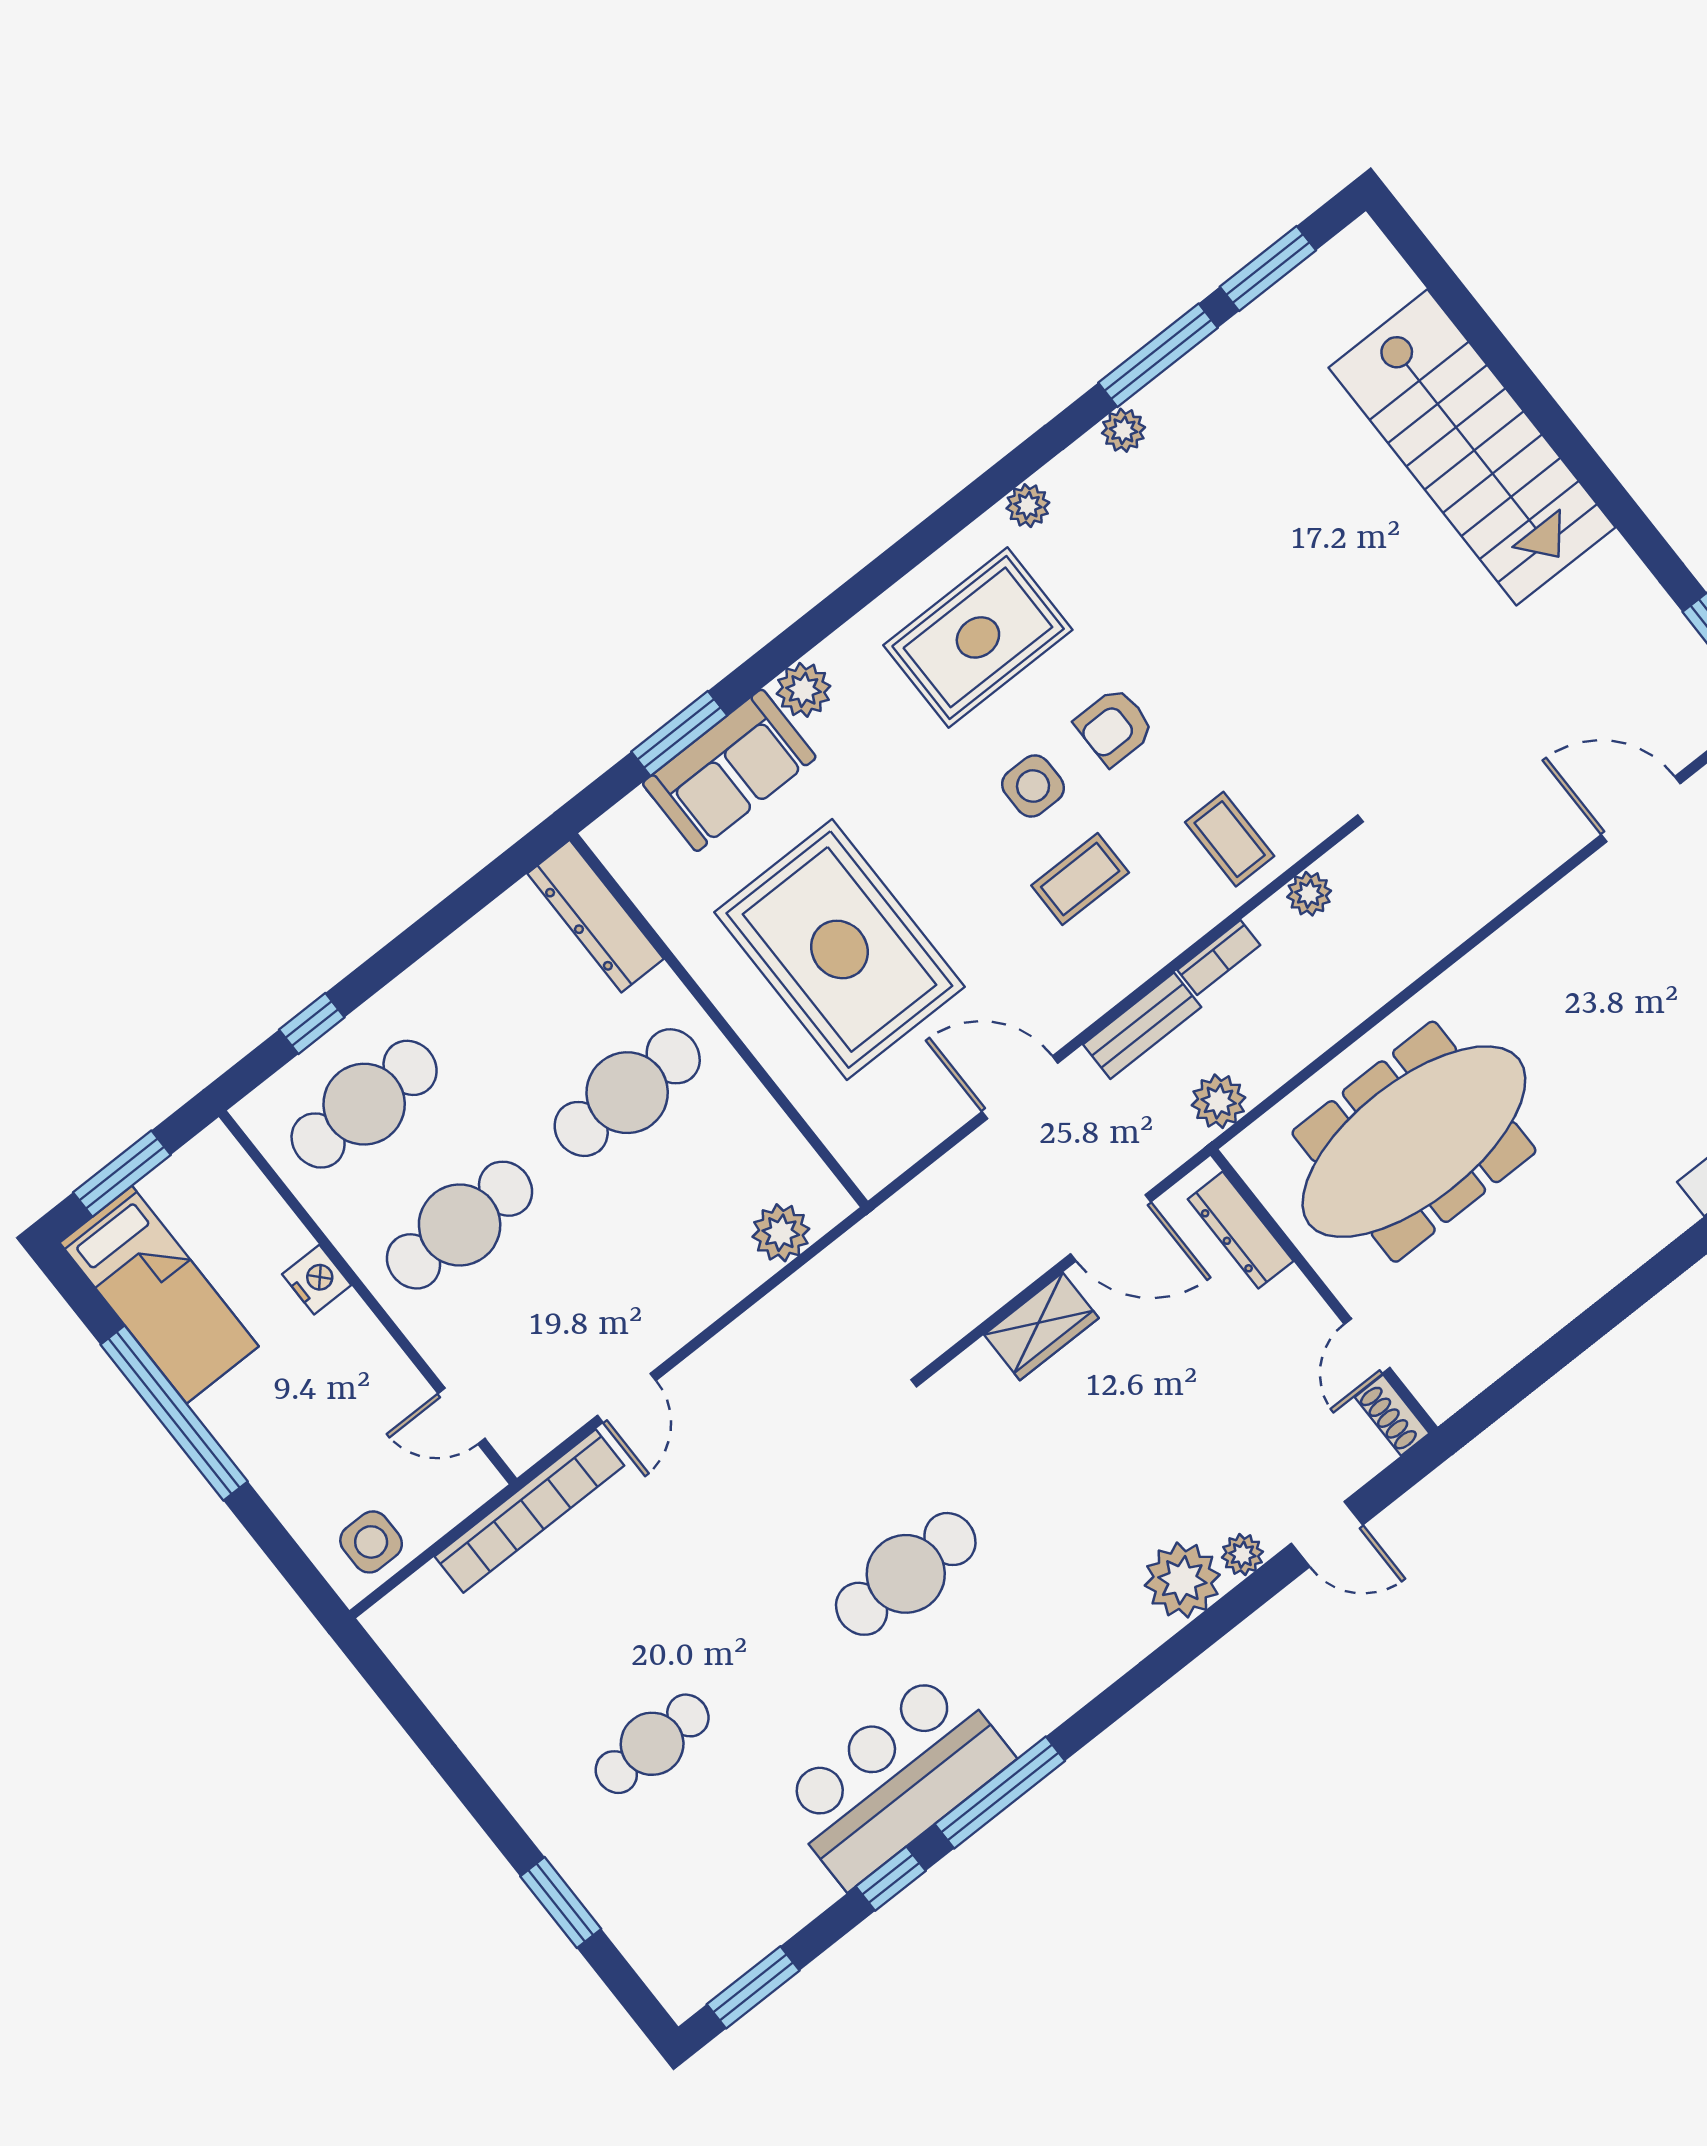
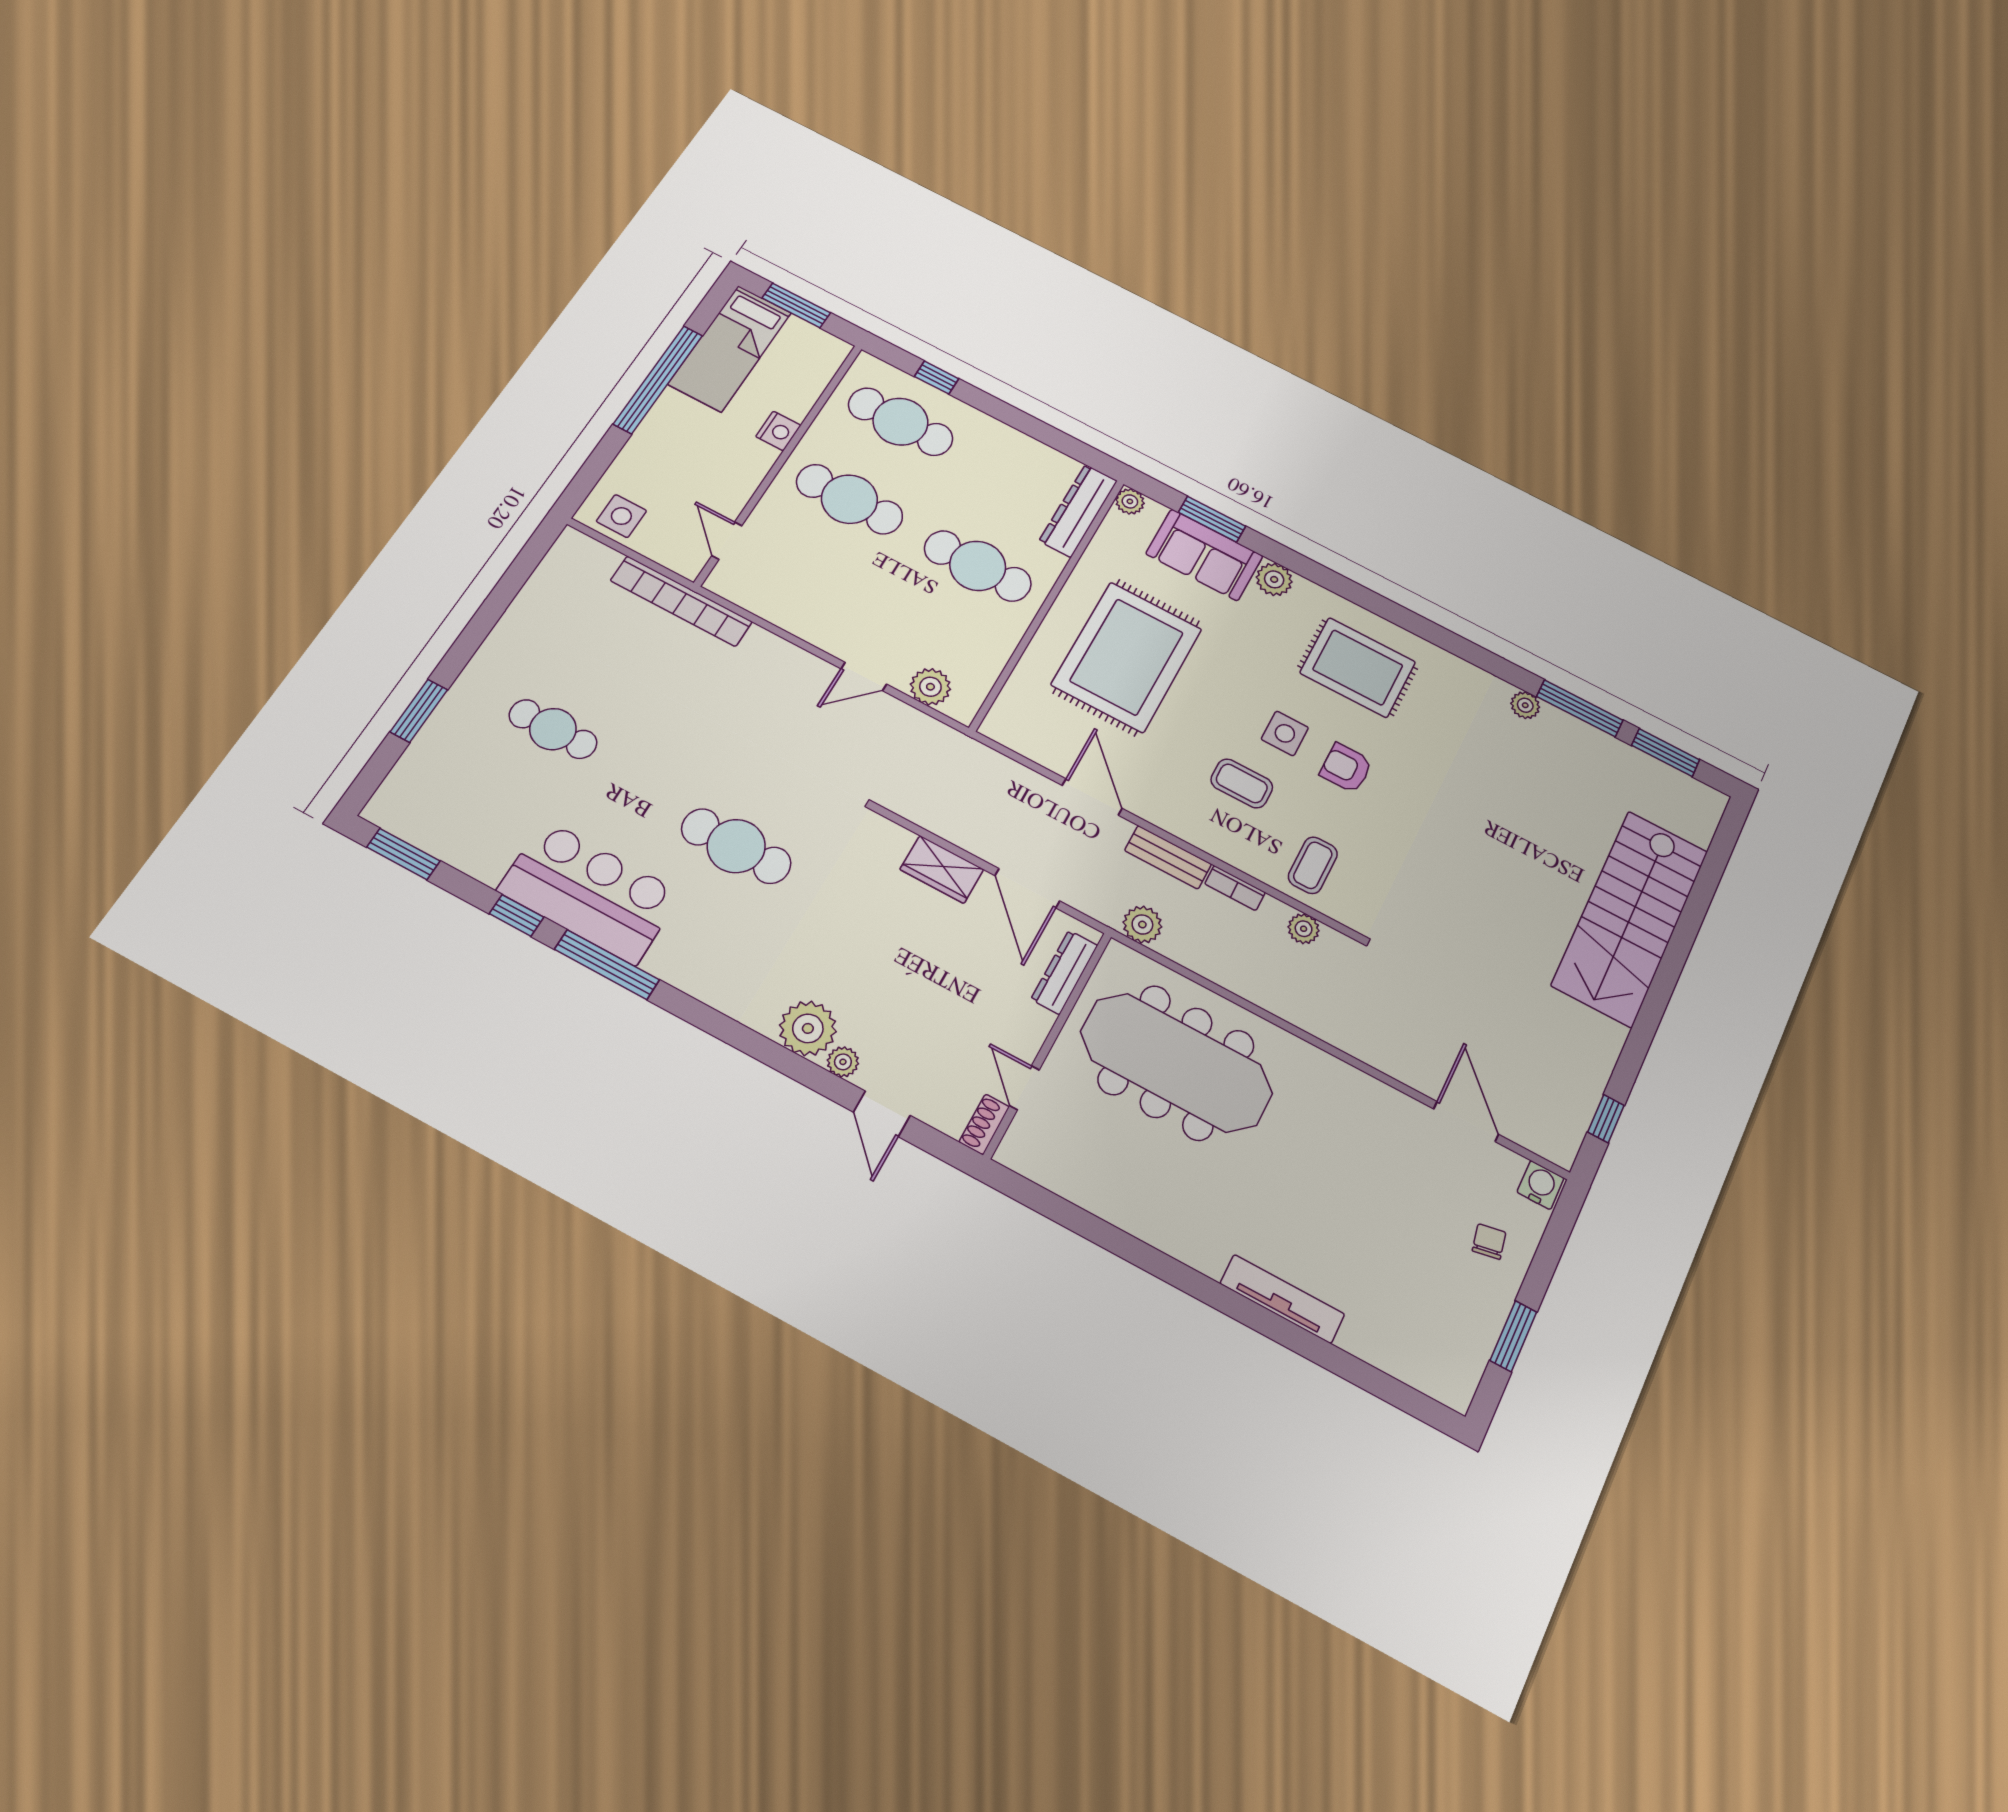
plant: (1028, 506) -> (1130, 501), moved
door: (1367, 1346) -> (1024, 1088), hinge flipped
door: (627, 1398) -> (864, 677), moved

